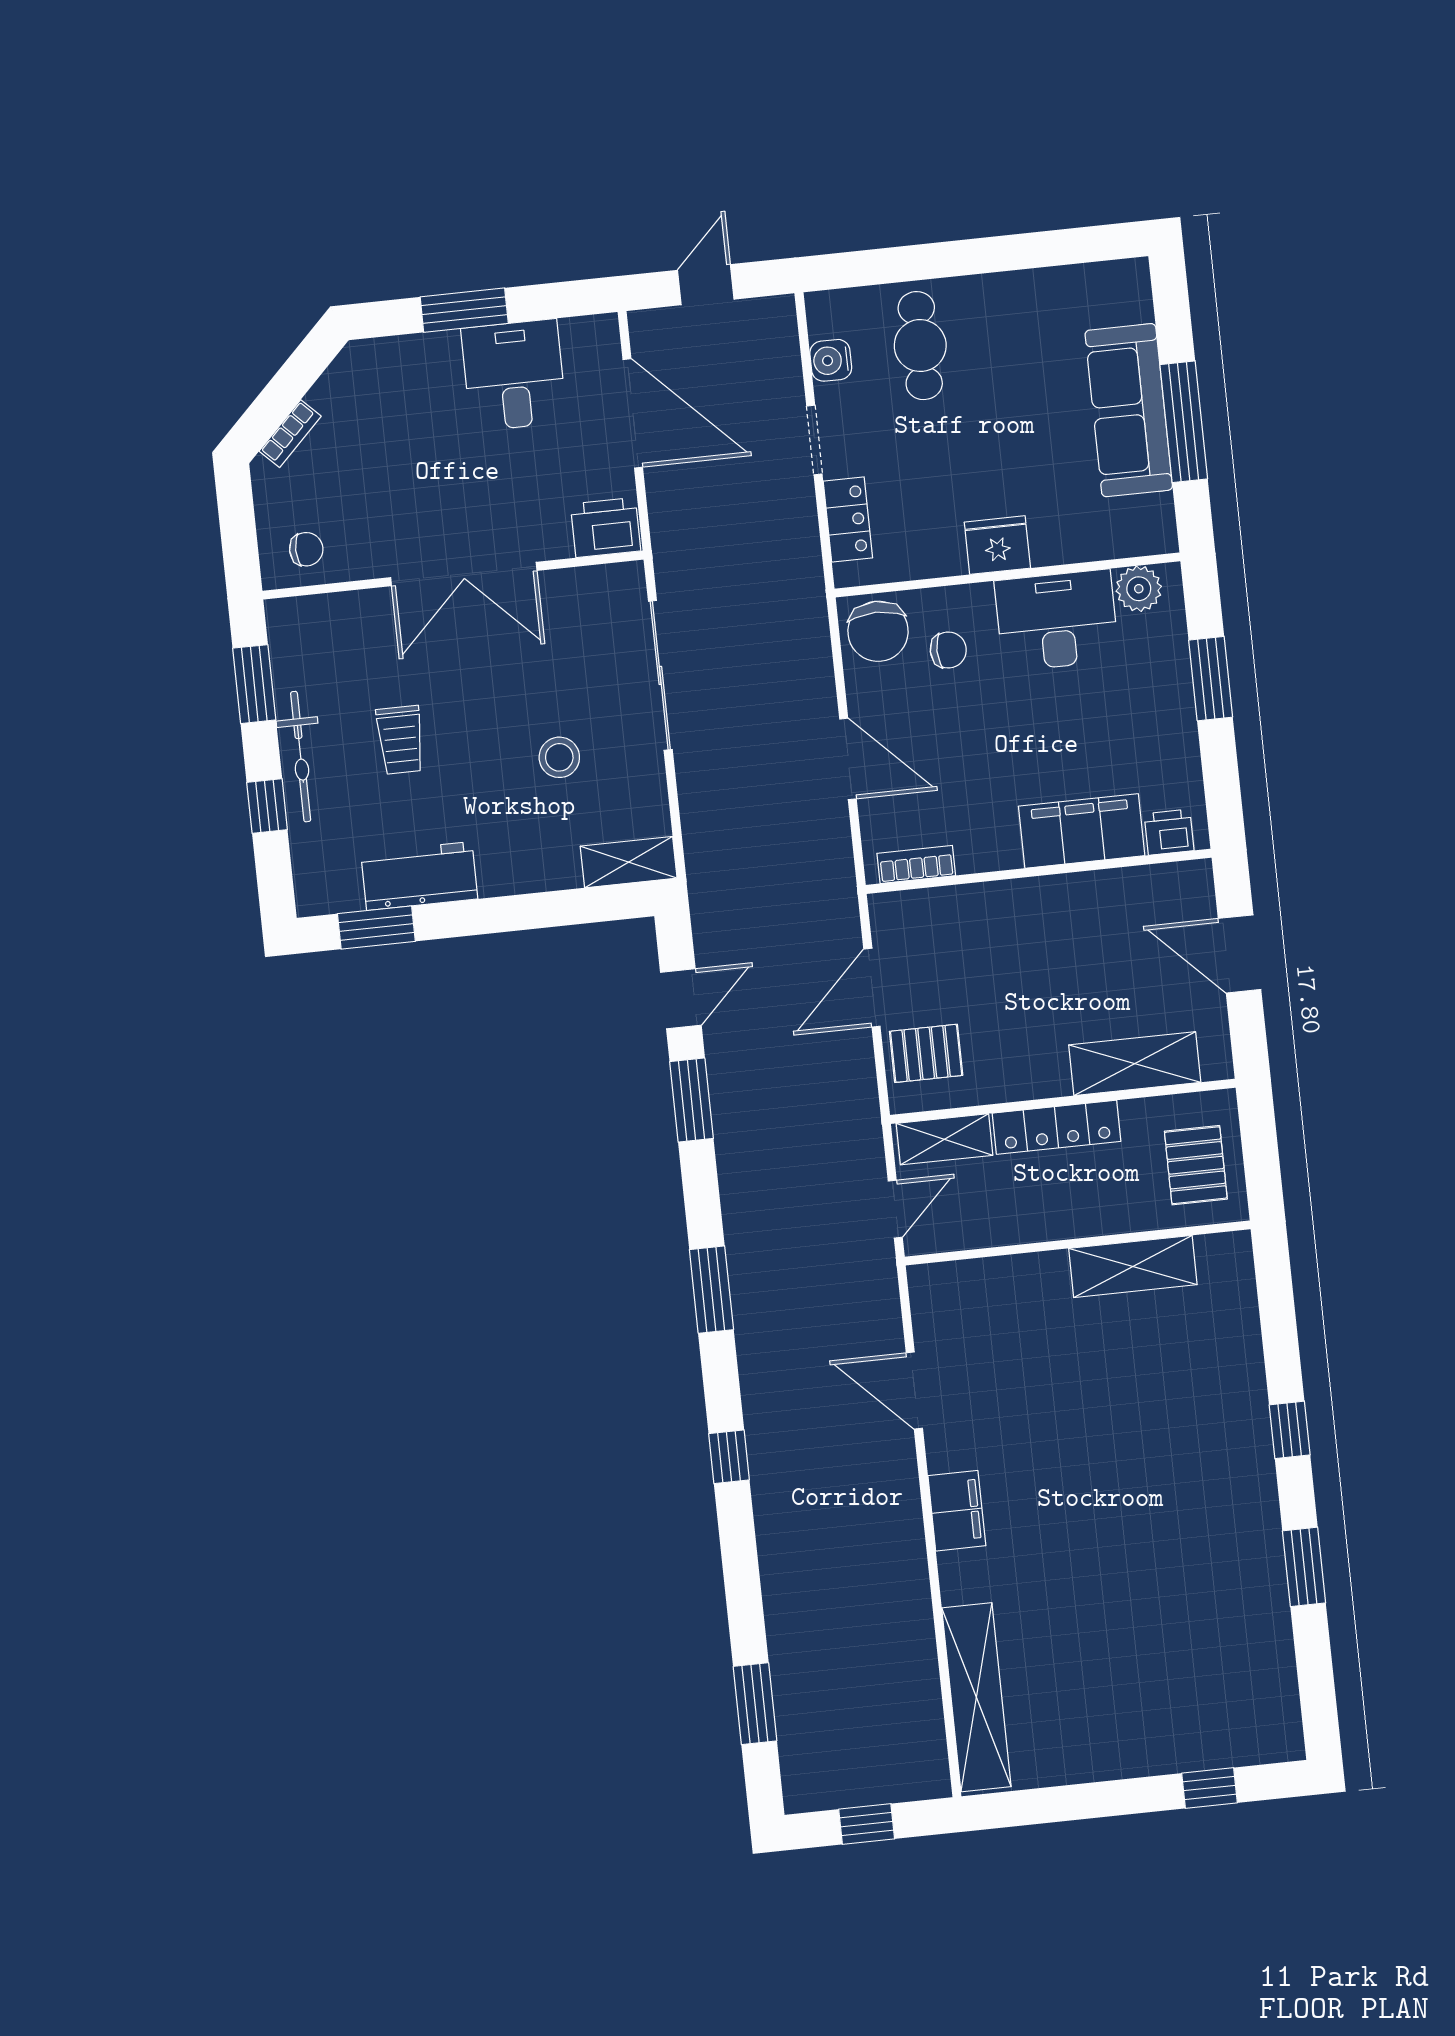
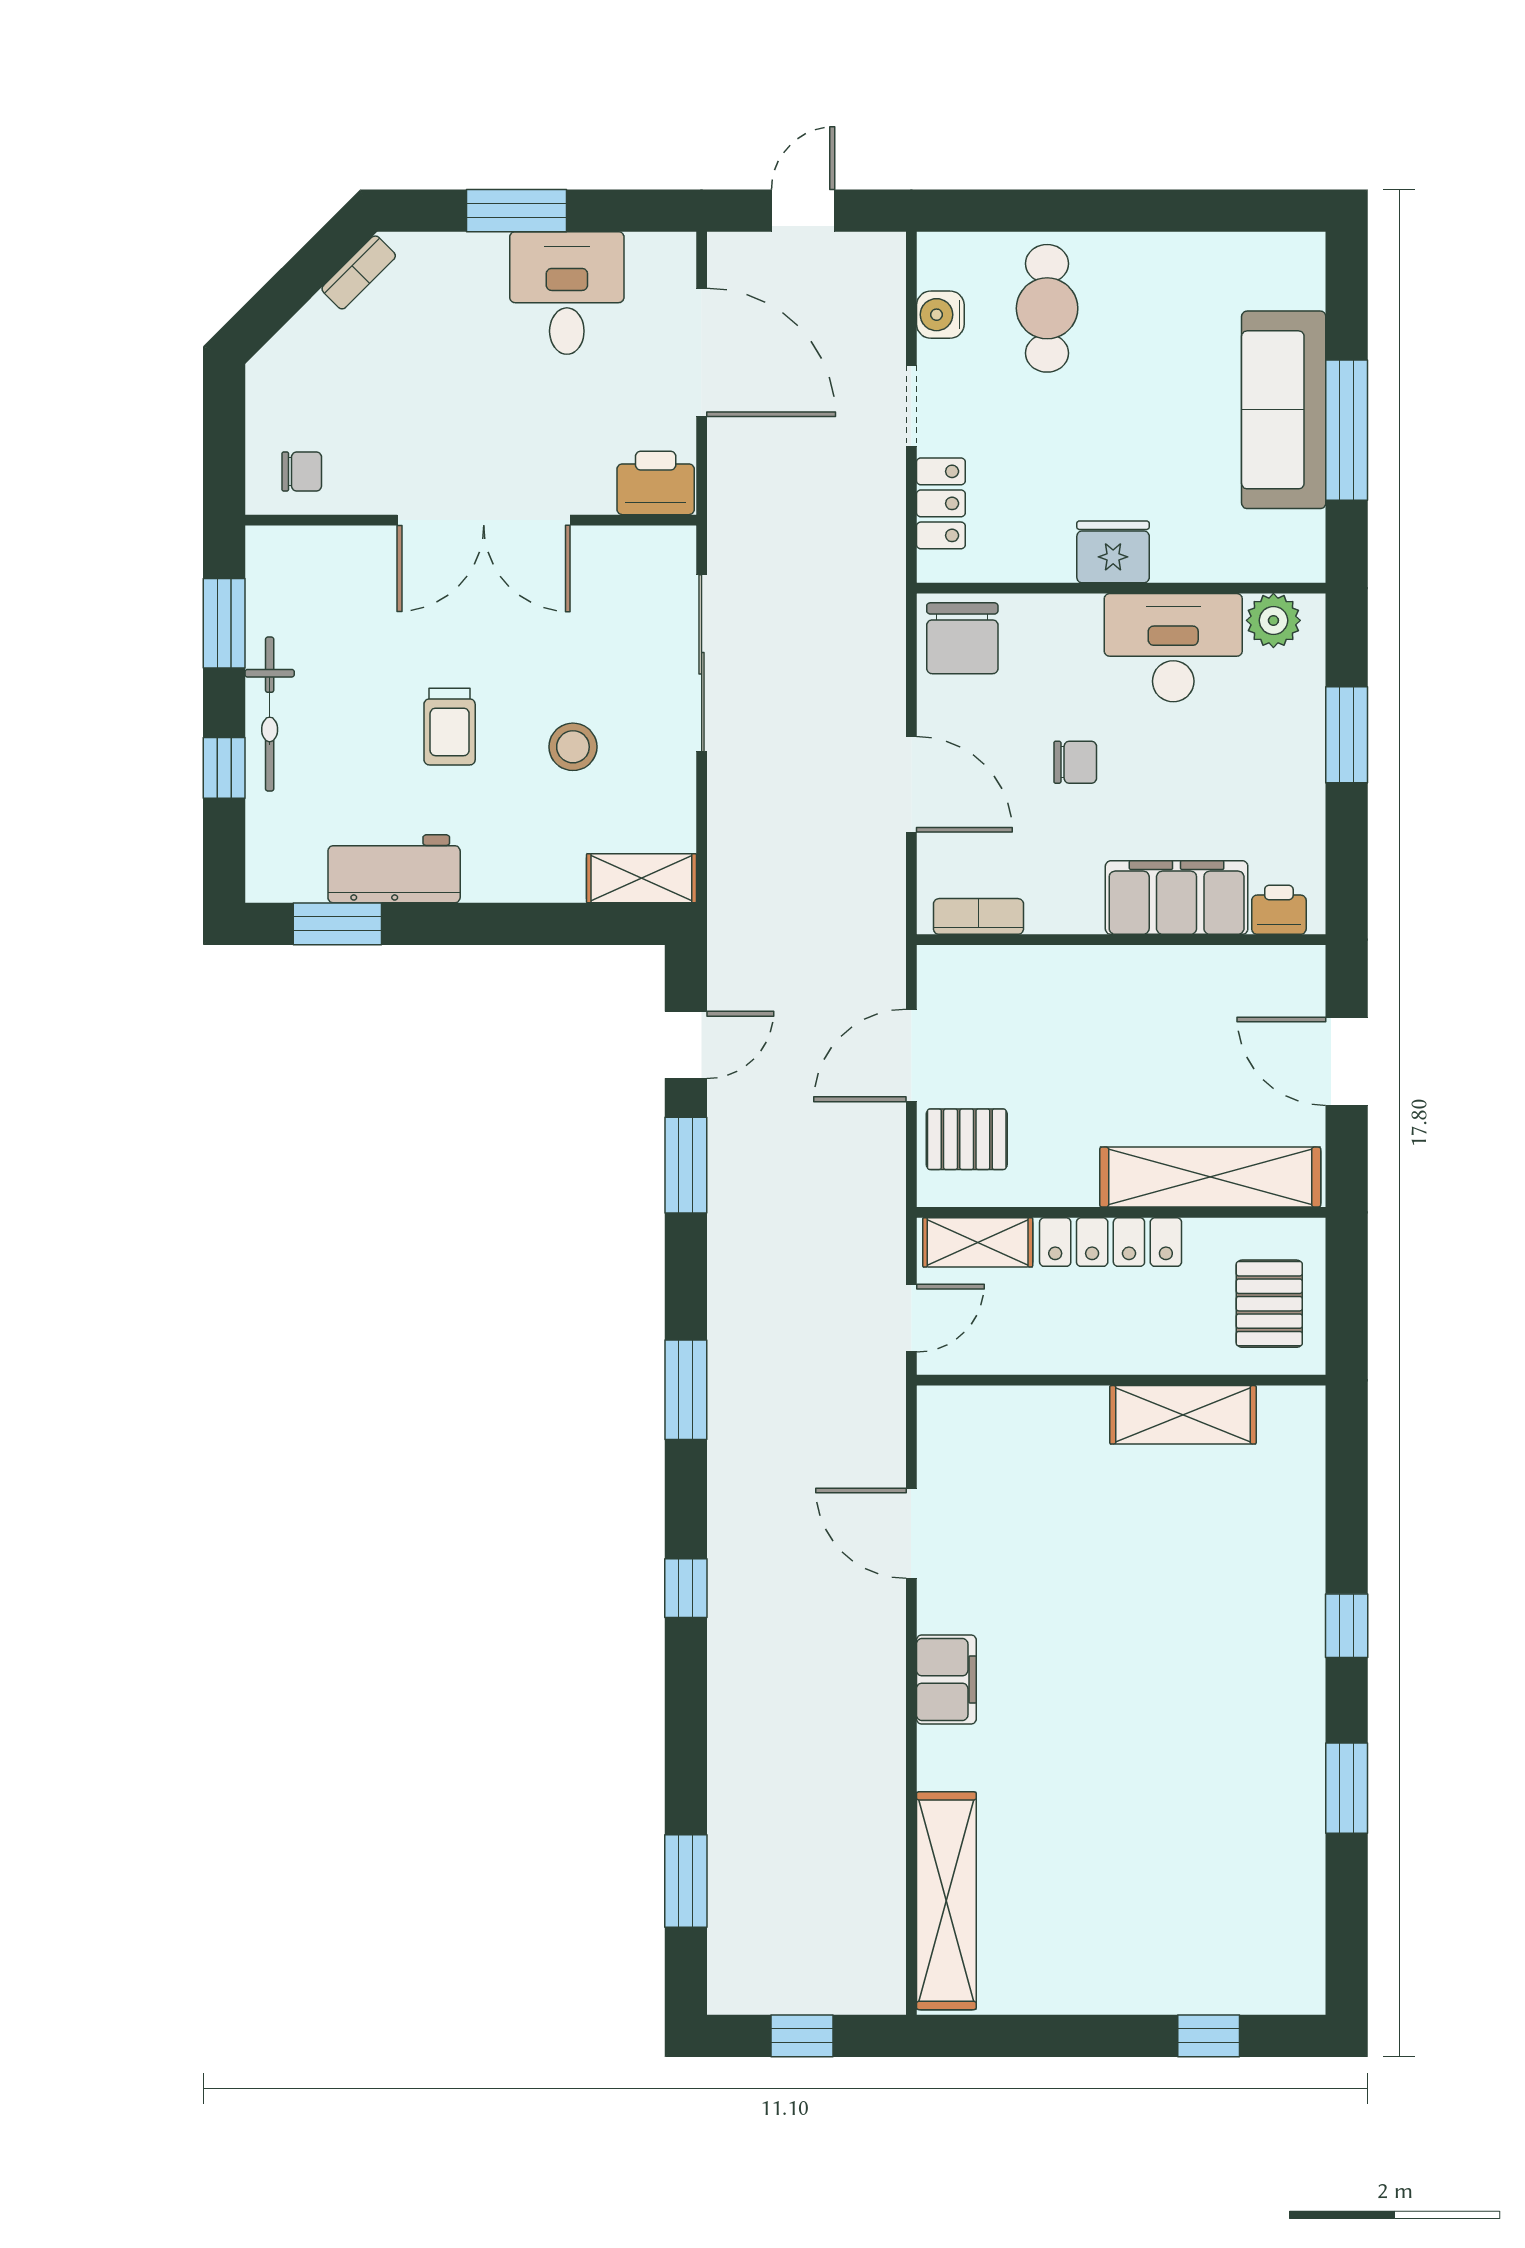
bookcase: (290, 434) -> (359, 272), moved
chair: (948, 650) -> (1075, 762), moved
trolley: (400, 740) -> (450, 727), moved
shelving: (1135, 1064) -> (1210, 1177), width x1.47

